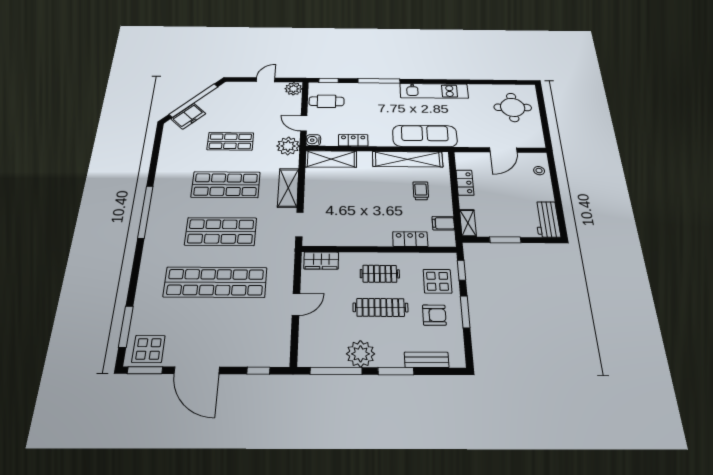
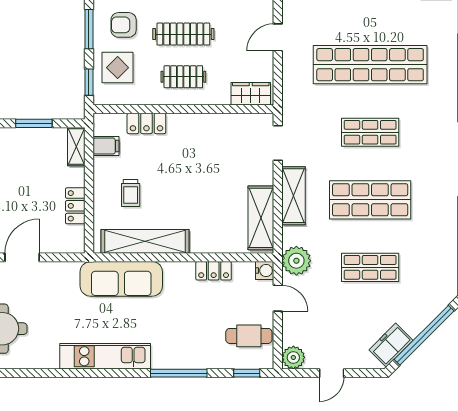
freezer: (188, 116) -> (391, 345), moved
shelving: (331, 159) -> (261, 218), moved, turned 90
shop shelf: (221, 231) -> (370, 132), width x0.70, depth x0.74

